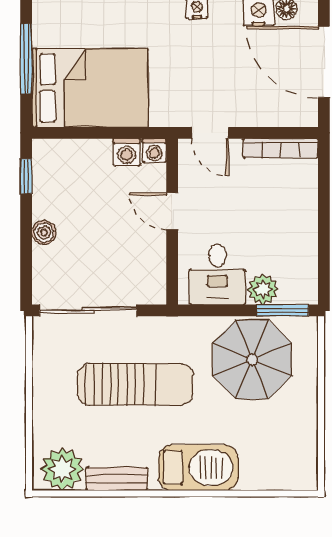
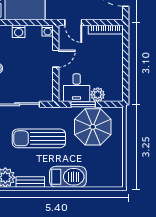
washing machine: (127, 152) -> (19, 31), moved
door: (172, 211) -> (56, 59), swing flipped
window: (282, 310) -> (83, 104), moved
sun lounger: (135, 384) -> (39, 138), turned 180

